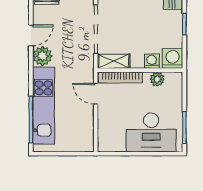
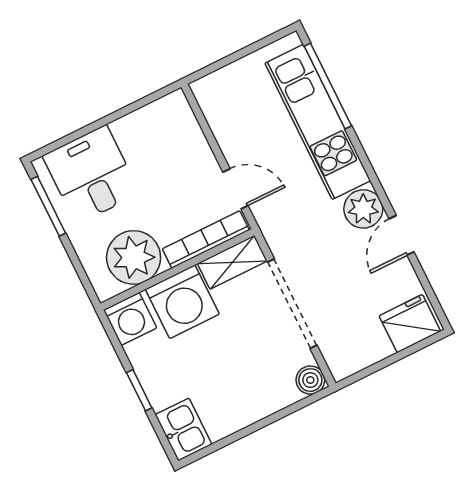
washing machine: (152, 61) -> (182, 302), width x1.89, depth x1.89
plant: (157, 79) -> (134, 257), width x1.87, depth x1.87
desk: (151, 132) -> (91, 175), width x0.73

